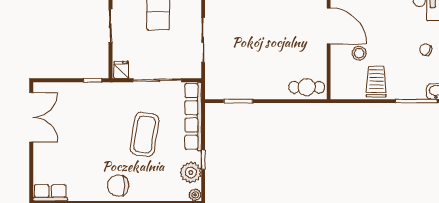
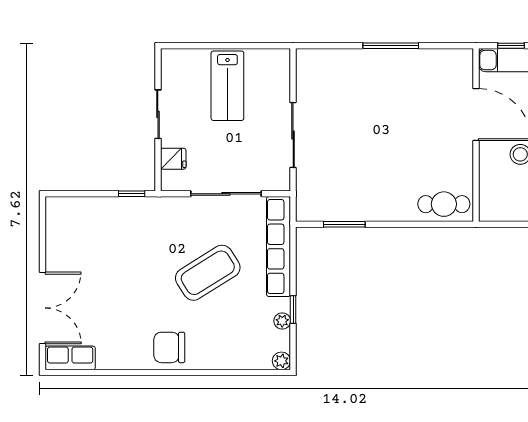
fridge: (121, 70) -> (173, 159), moved, turned 90
double door: (31, 117) -> (43, 308), moved
coffee table: (145, 134) -> (208, 273), turned 49
plant: (191, 172) -> (282, 321), width x0.53, depth x0.53

